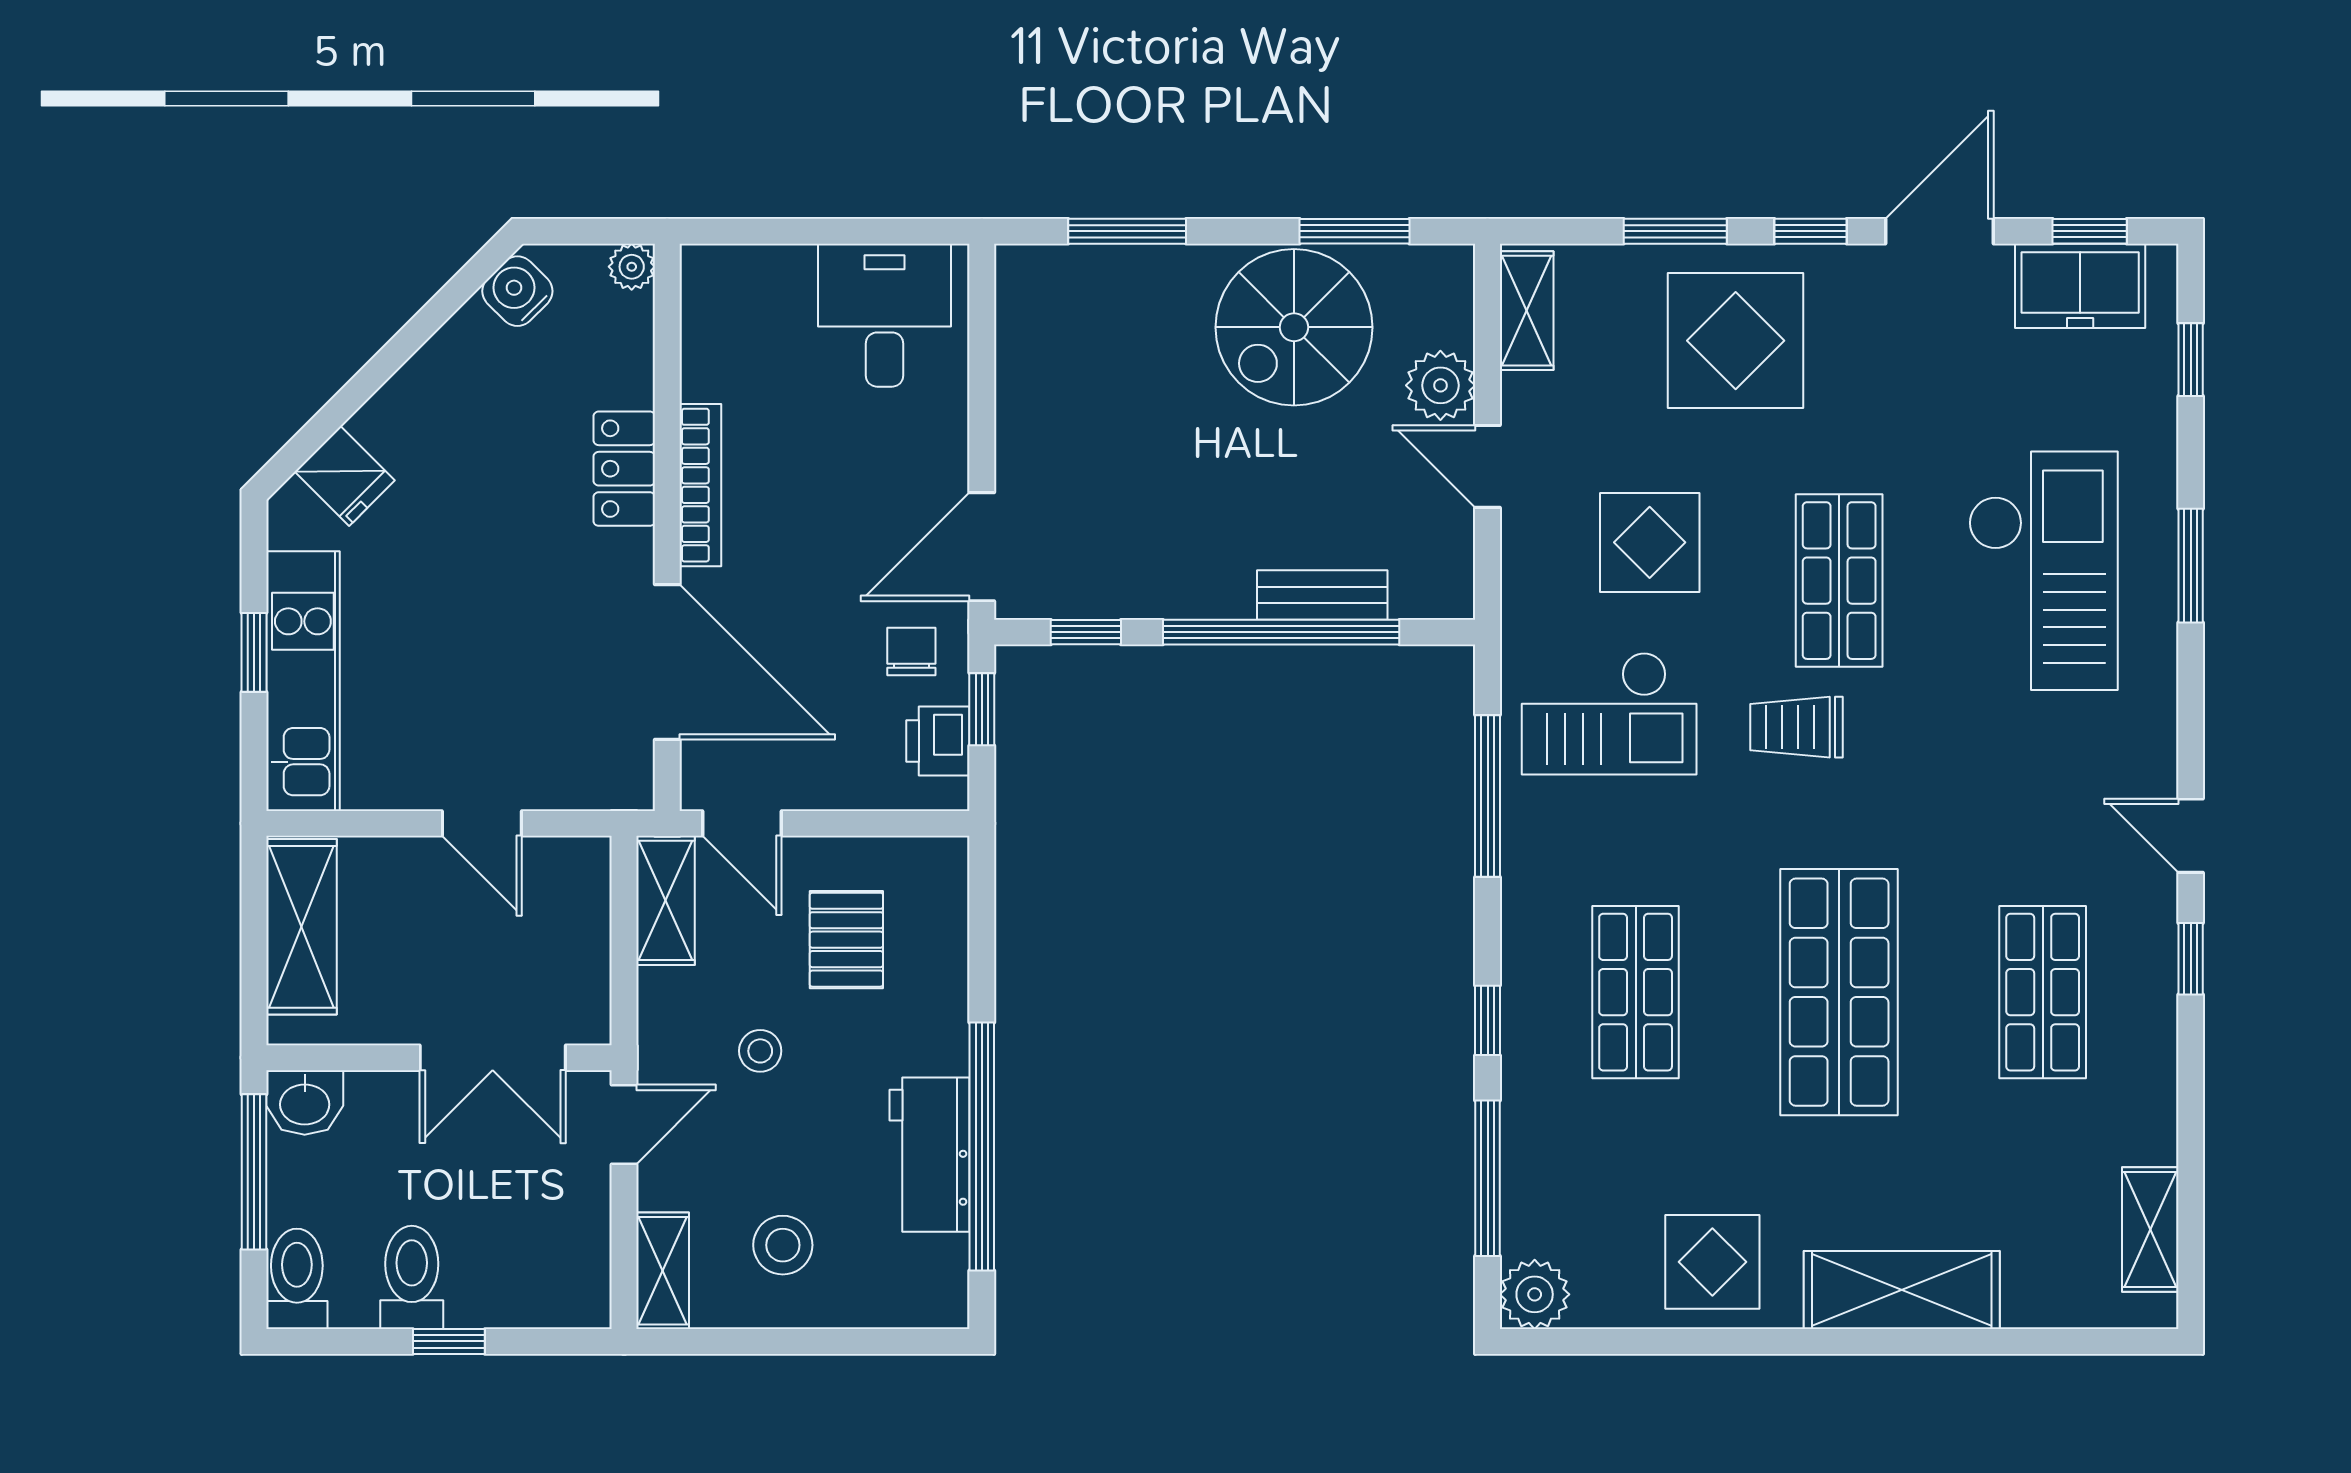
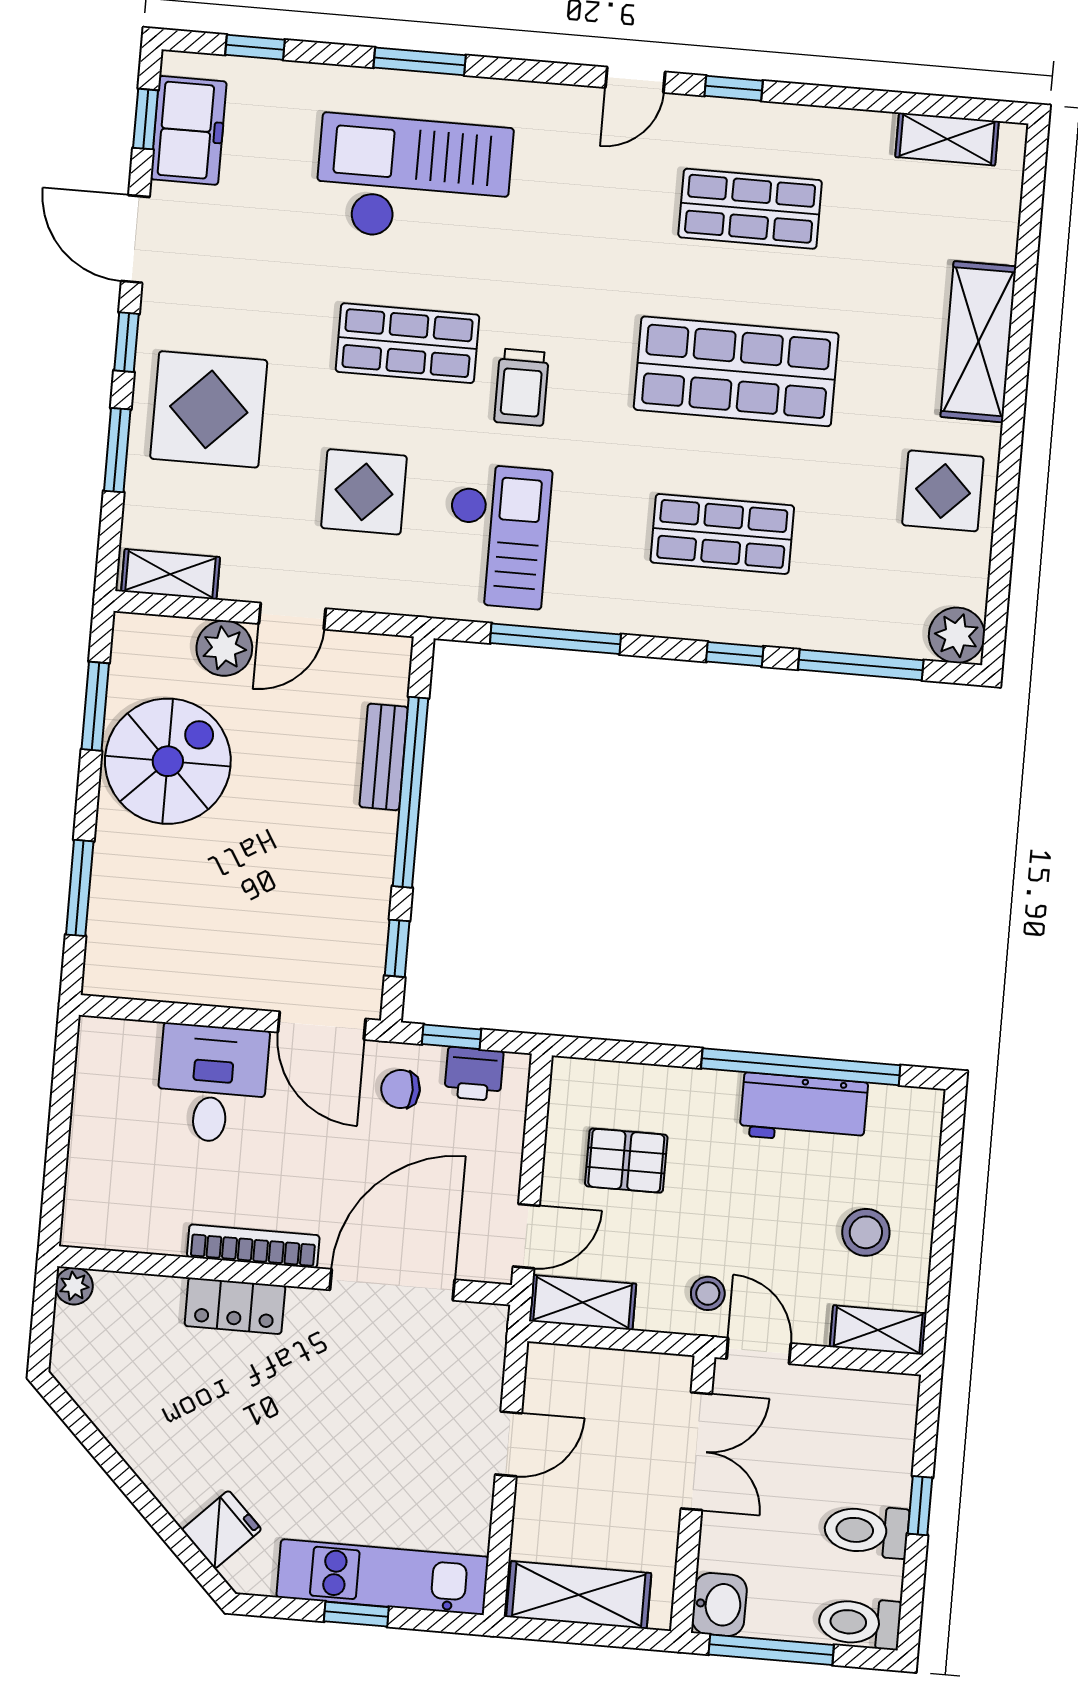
water cooler: (517, 291) -> (86, 1379), removed
desk: (885, 315) -> (212, 1084), moved, turned 90
spiral stairs: (1294, 327) -> (168, 761), turned -90
stool: (760, 1051) -> (708, 1293), moved

